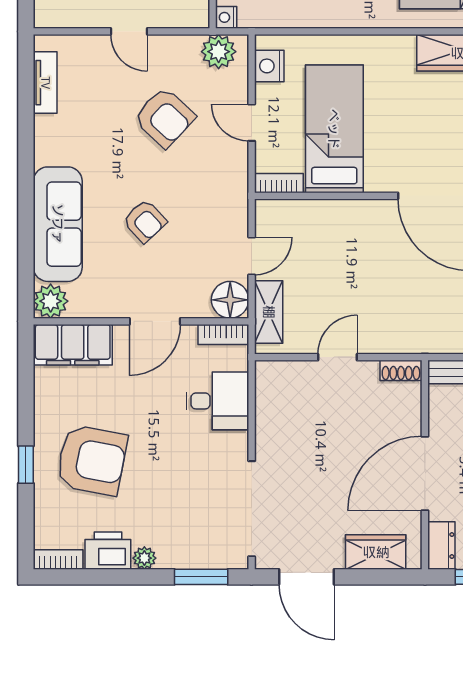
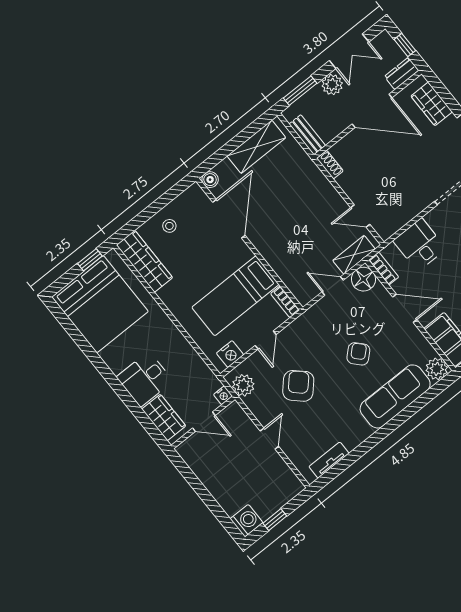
door: (338, 357) -> (360, 216), moved

